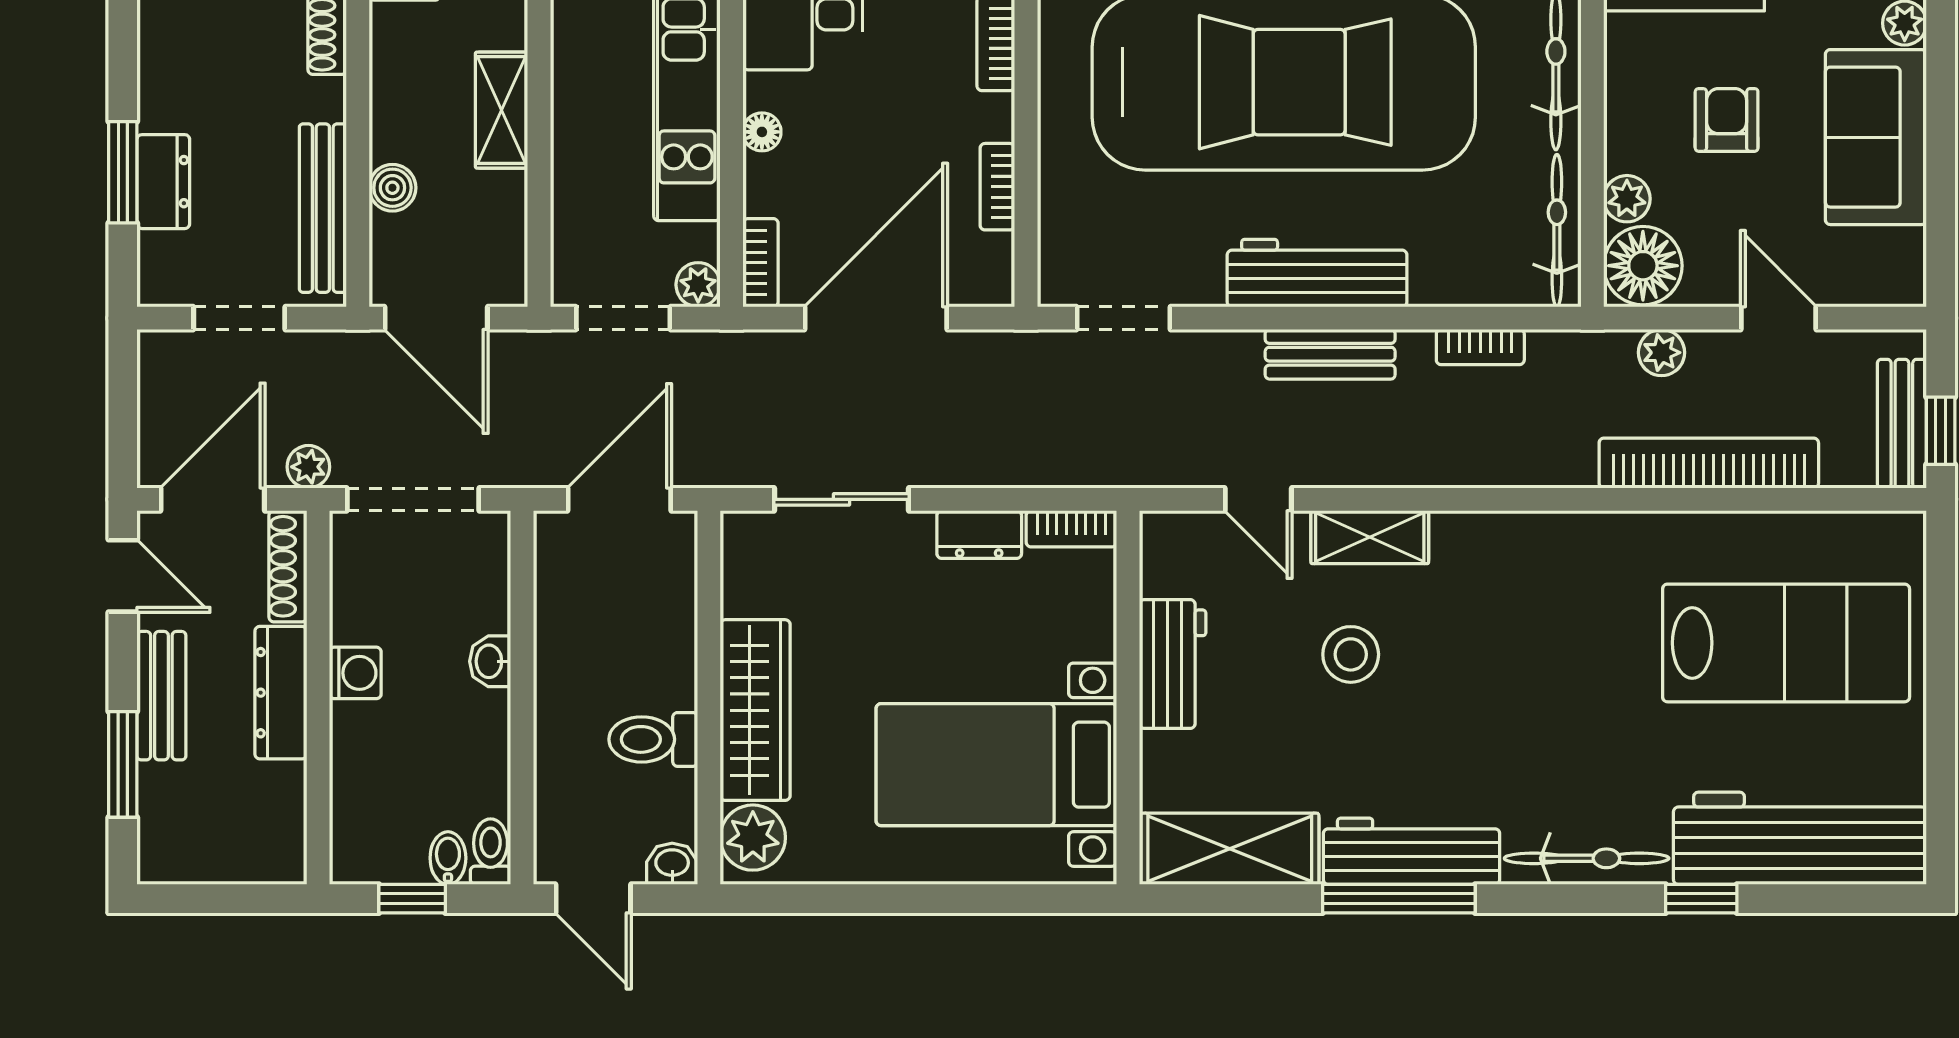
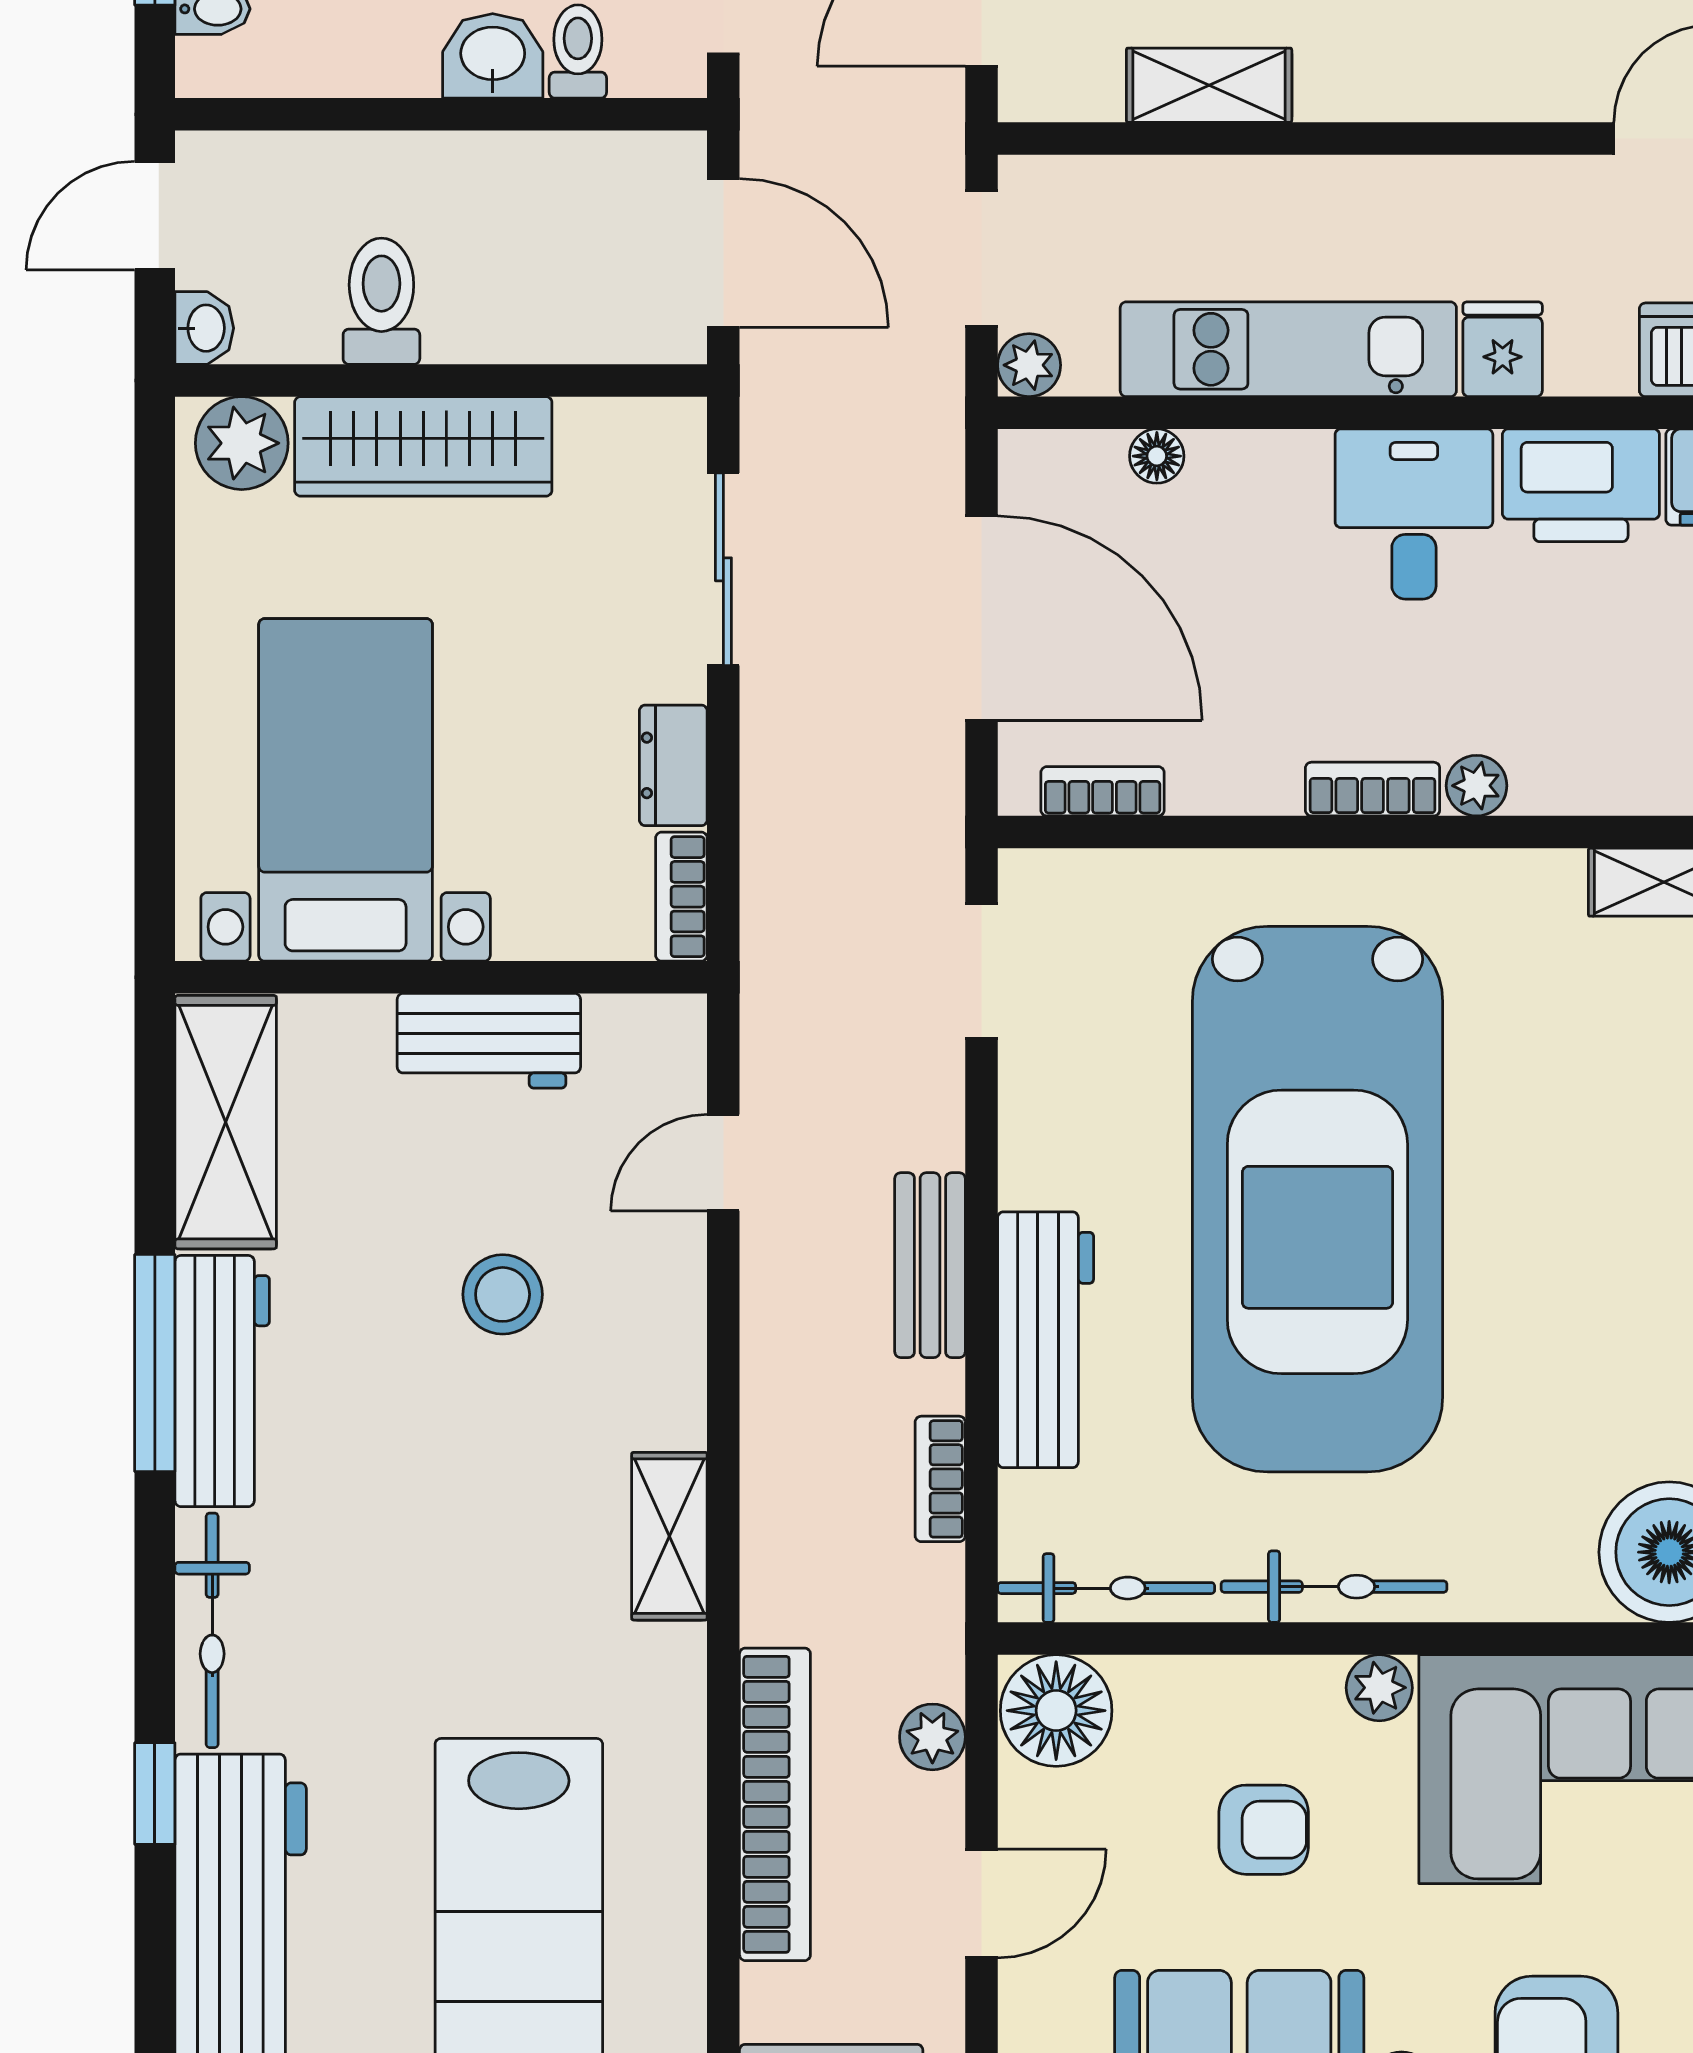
shelving: (502, 110) -> (1209, 85), moved
floor lamp: (762, 132) -> (1157, 456), moved
bookcase: (997, 187) -> (1103, 791), moved
plant: (1627, 199) -> (1379, 1688), moved
bookcase: (761, 263) -> (1060, 454), removed
workbench: (1317, 273) -> (1046, 1340), moved
shelving: (1370, 537) -> (669, 1536), moved
washbasin: (490, 661) -> (493, 56), width x1.38, depth x1.45
toilet: (491, 852) -> (578, 52), moved, turned -90

